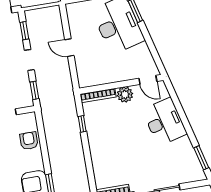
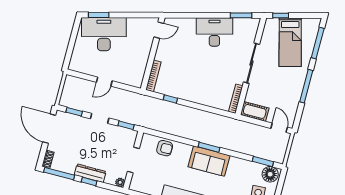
plant: (125, 95) -> (162, 54), removed
desk: (164, 122) -> (214, 32), moved
armchair: (29, 141) -> (165, 148), turned 180

